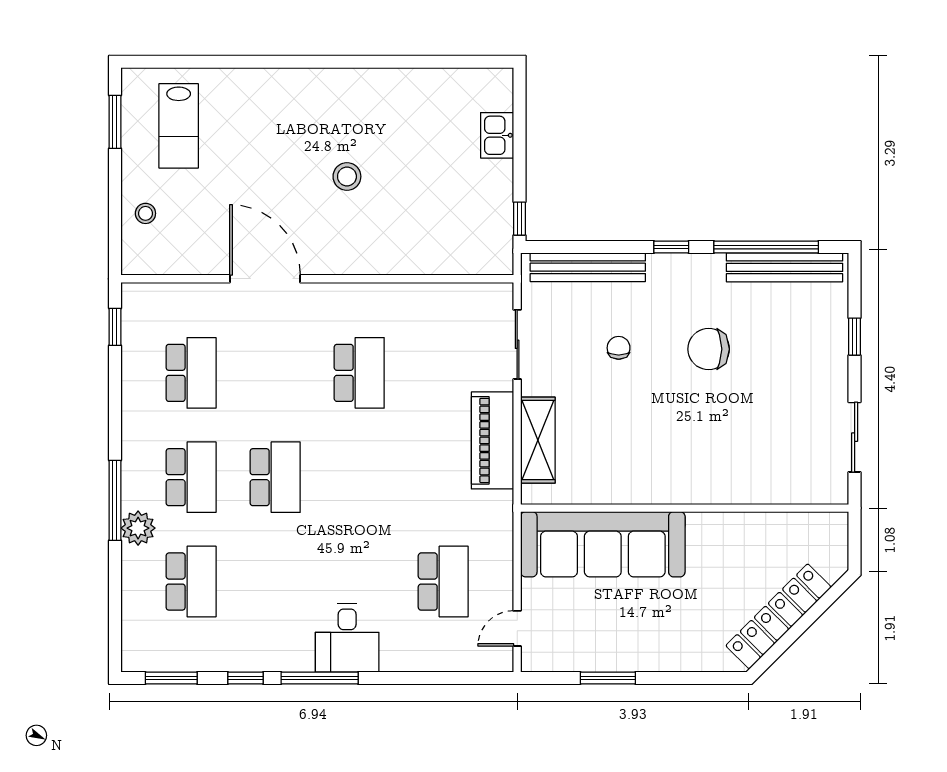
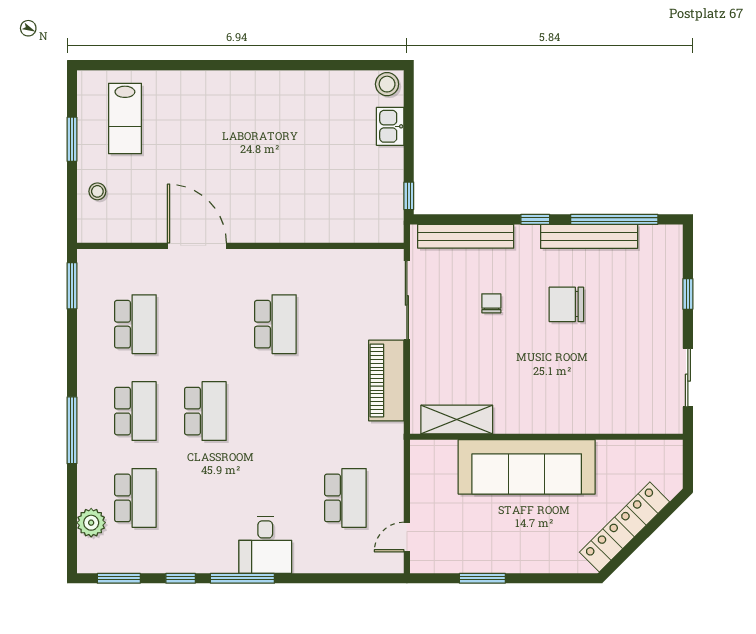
window: (115, 122) -> (72, 139), moved
stool: (347, 176) -> (387, 84), moved
bench: (784, 267) -> (589, 236), moved
window: (115, 327) -> (72, 286), width x1.50
sliding door: (517, 344) -> (407, 300), width x1.37
shelving: (538, 440) -> (457, 419), moved, turned 90
plant: (138, 528) -> (91, 523), moved
sofa: (603, 544) -> (527, 467), moved

